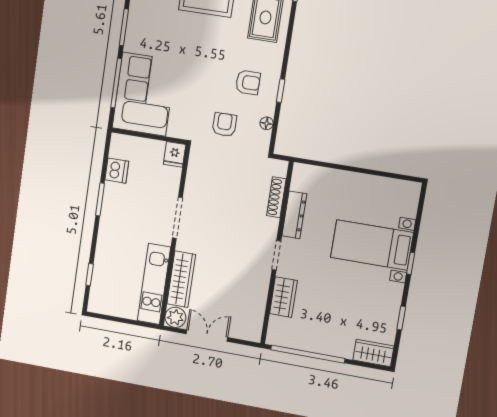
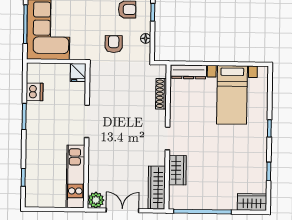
dresser: (294, 215) -> (189, 72), moved, turned 90
bed with nightstands: (372, 245) -> (232, 95), moved, turned -90
wardrobe: (181, 279) -> (157, 188), moved, turned 180

